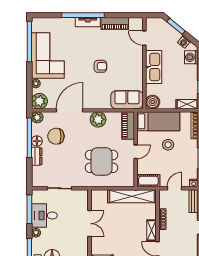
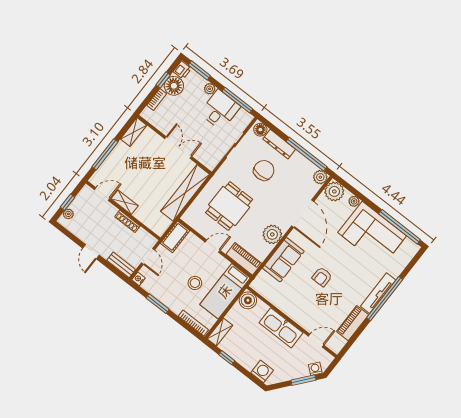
tv unit: (88, 22) -> (378, 293), width x1.41
washing machine: (184, 42) -> (315, 369), moved
sofa: (127, 100) -> (283, 260), moved
chair: (56, 136) -> (264, 170), moved
floor lamp: (37, 141) -> (260, 130), moved
door: (136, 152) -> (213, 246), swing flipped
dresser: (37, 156) -> (279, 144), width x1.44
shelving: (132, 196) -> (185, 193), moved
double door: (89, 224) -> (178, 147), swing flipped

